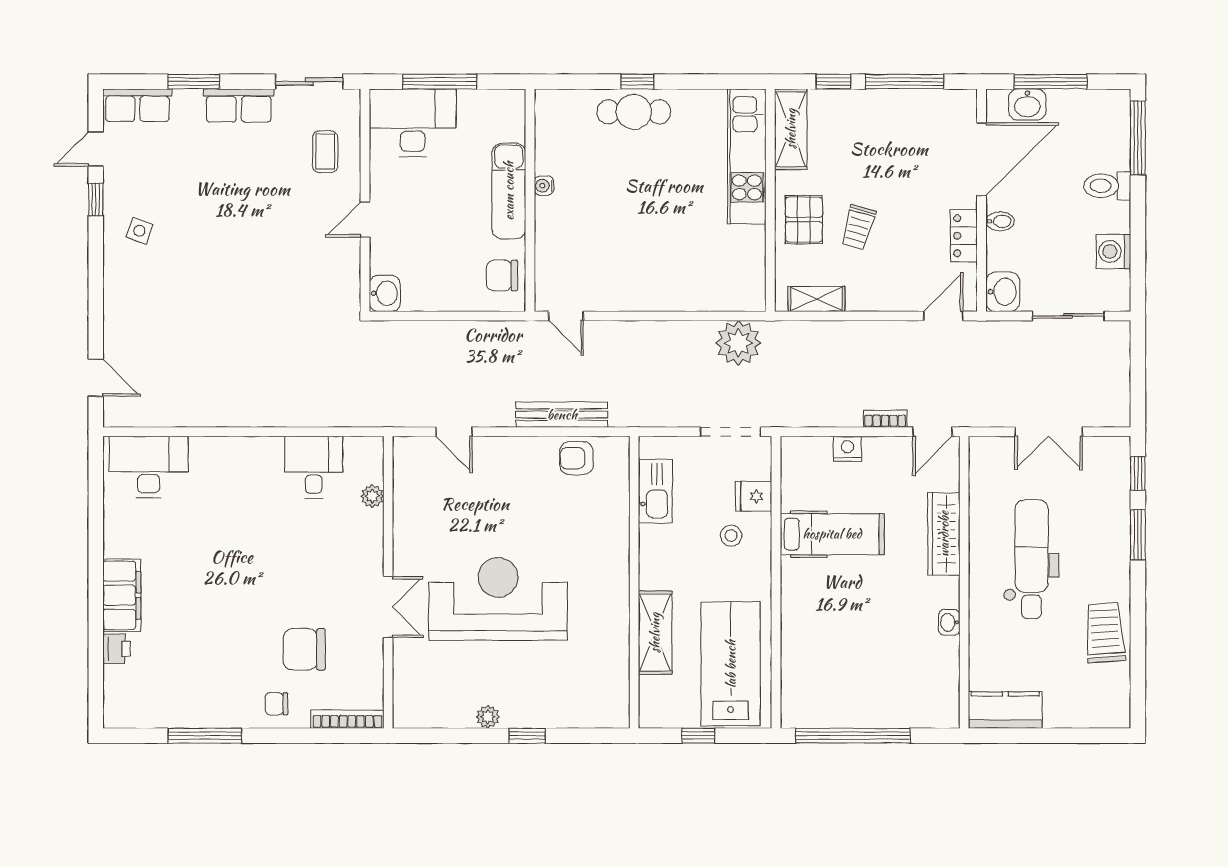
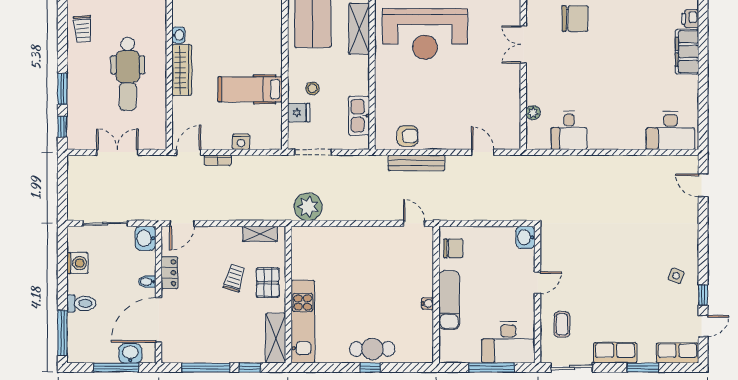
wardrobe: (944, 534) -> (182, 70), moved
reception desk: (498, 599) -> (425, 34), moved
trolley: (1105, 633) -> (83, 29), width x0.73, depth x0.72

